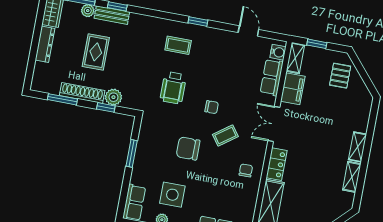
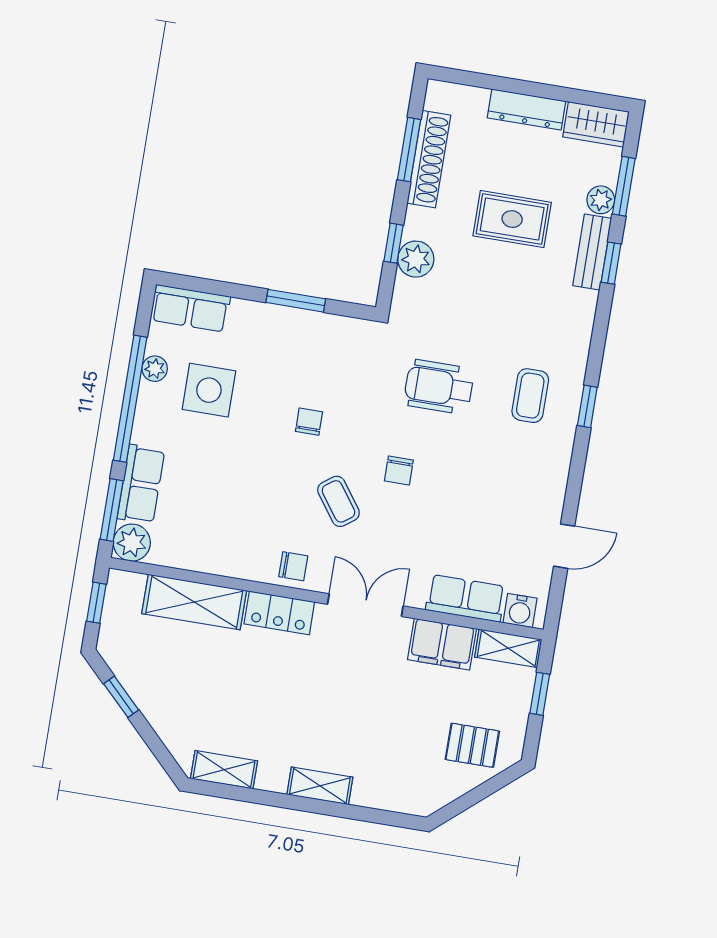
window: (198, 22) -> (587, 406), moved
shoe rack: (82, 93) -> (429, 159), moved
chair: (188, 148) -> (309, 422), width x0.54, depth x0.54
chair: (246, 170) -> (293, 566), moved
shelving: (352, 177) -> (224, 770), moved

